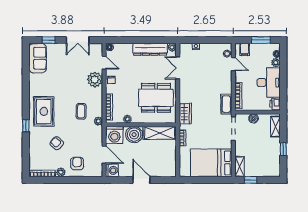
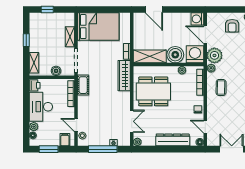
window: (207, 40) -> (103, 149), added
dresser: (150, 49) -> (173, 140), moved
plant: (95, 80) -> (214, 55), moved
coffee table: (81, 111) -> (221, 87), moved
wardrobe: (185, 114) -> (124, 76), width x1.50
shelving: (240, 167) -> (70, 37), moved
door: (142, 180) -> (154, 9), moved
window: (251, 180) -> (47, 9), moved

